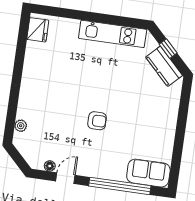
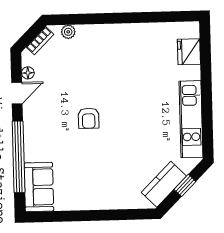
fridge: (38, 30) -> (189, 52), moved, turned 90
bookcase: (24, 151) -> (40, 41), added
door: (65, 178) -> (17, 93), hinge flipped

